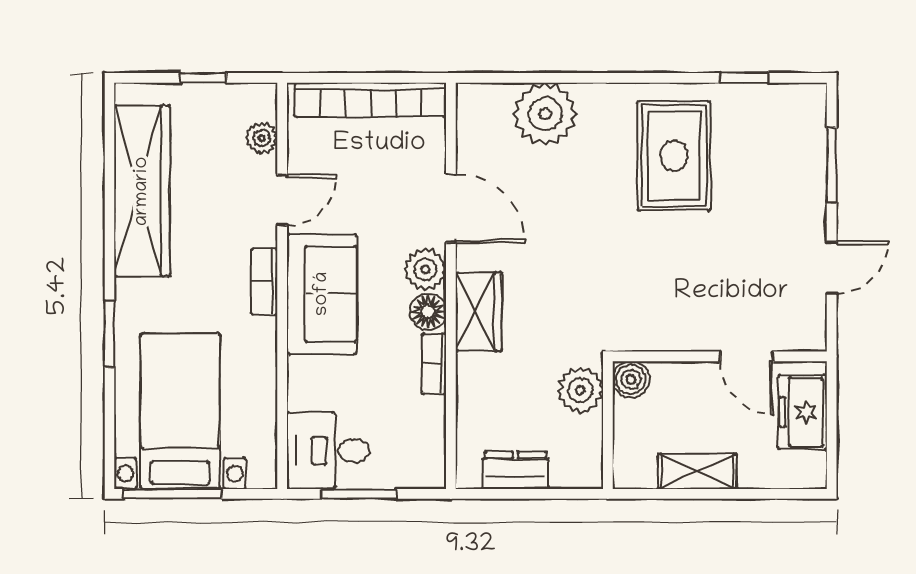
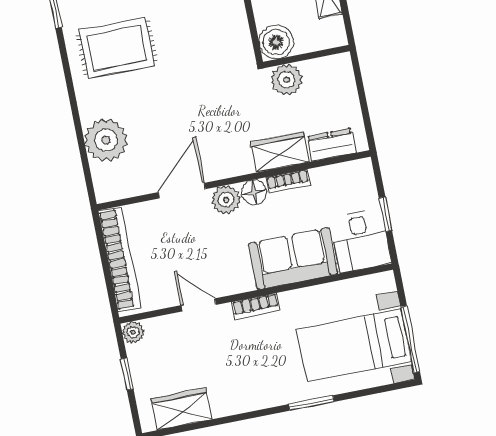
plant: (262, 138) -> (133, 332), moved
wardrobe: (142, 191) -> (181, 409), width x0.48, depth x0.85
sofa: (322, 294) -> (293, 259), moved
wardrobe: (479, 312) -> (280, 152), moved
boiler: (631, 379) -> (276, 42), width x1.36, depth x1.36
dresser: (515, 470) -> (332, 145), moved, turned 90
window: (359, 494) -> (385, 214), width x0.67

